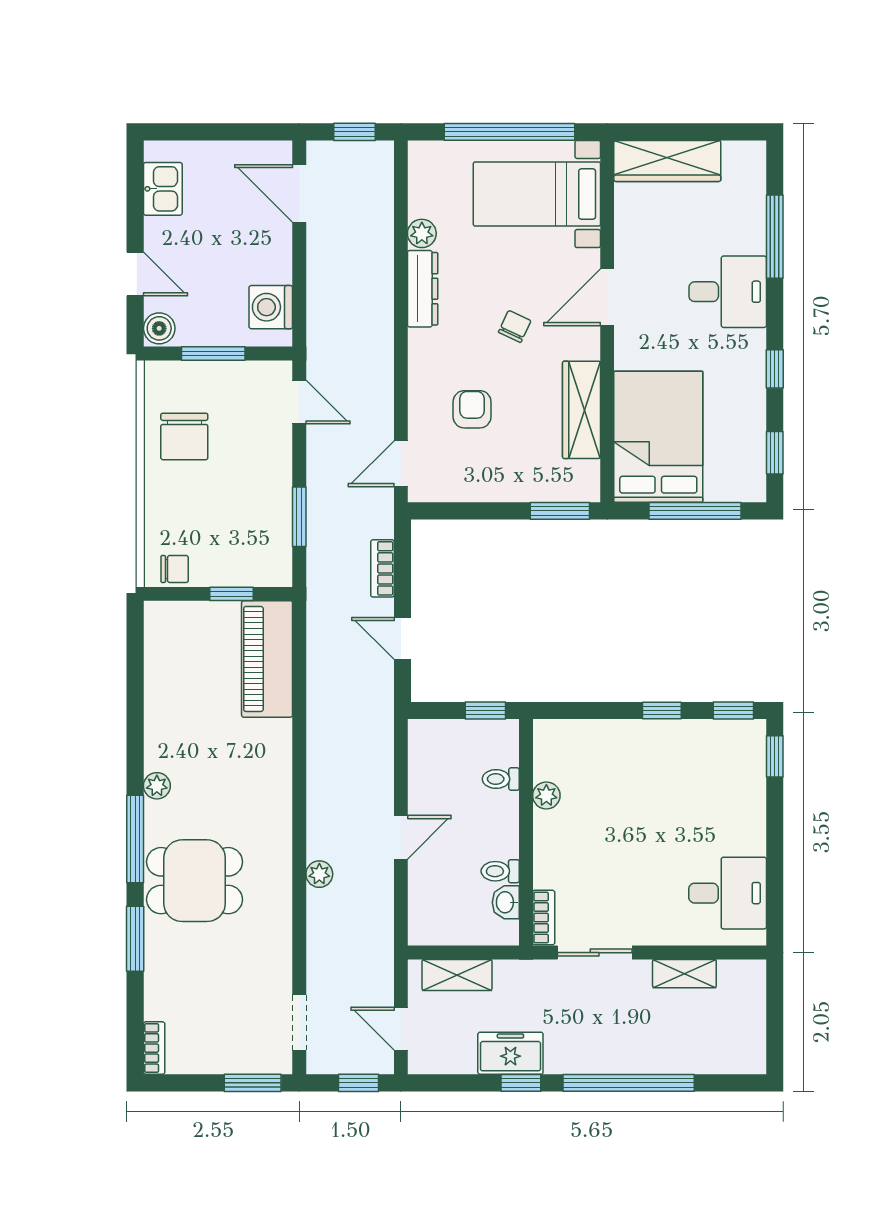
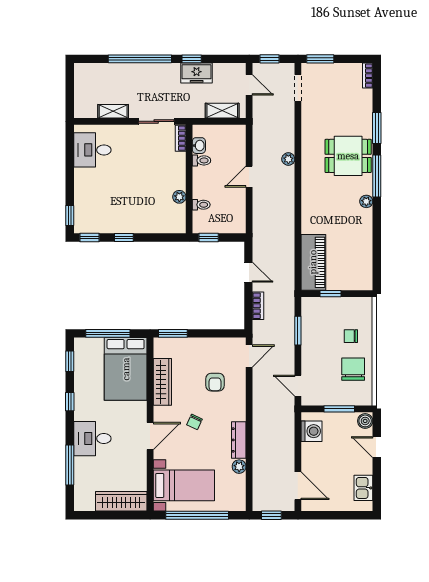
chair: (175, 569) -> (351, 336), moved

